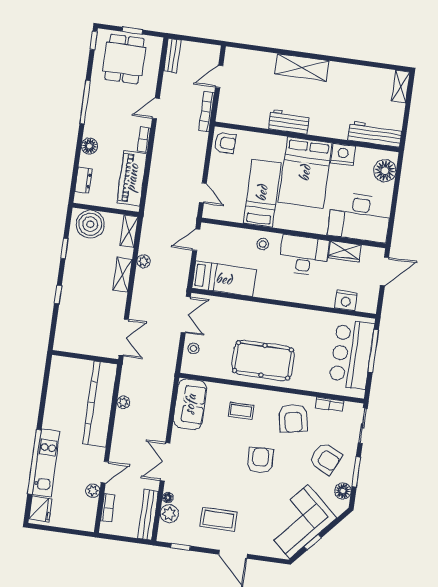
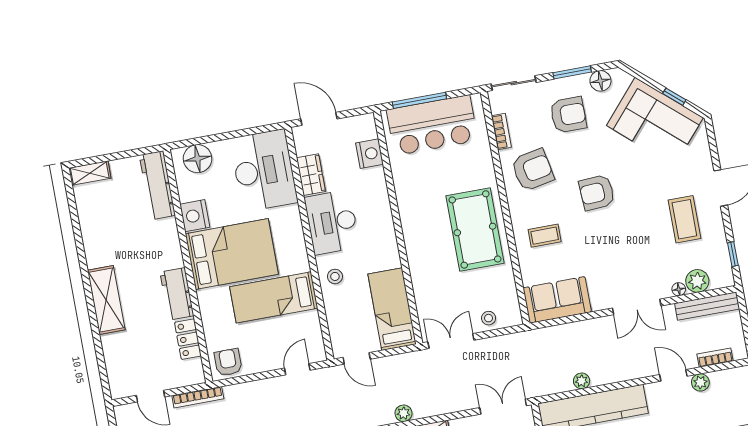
locker: (252, 119) -> (188, 339), added
coffee table: (241, 411) -> (545, 236), turned 90
armchair: (326, 458) -> (568, 115), turned 65

